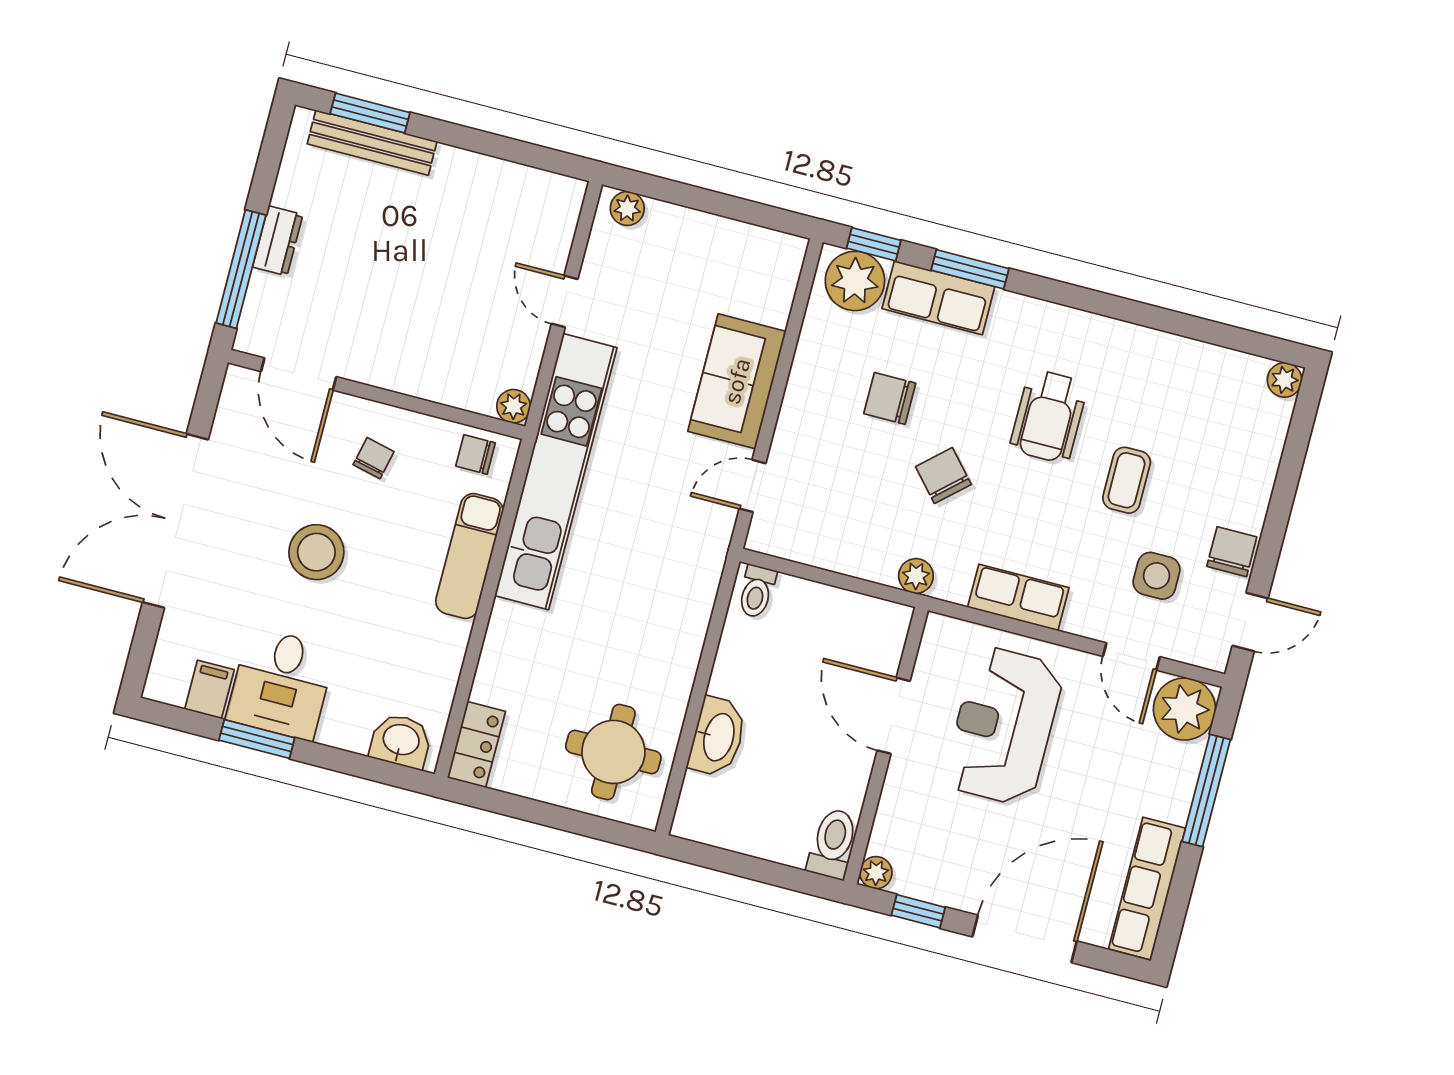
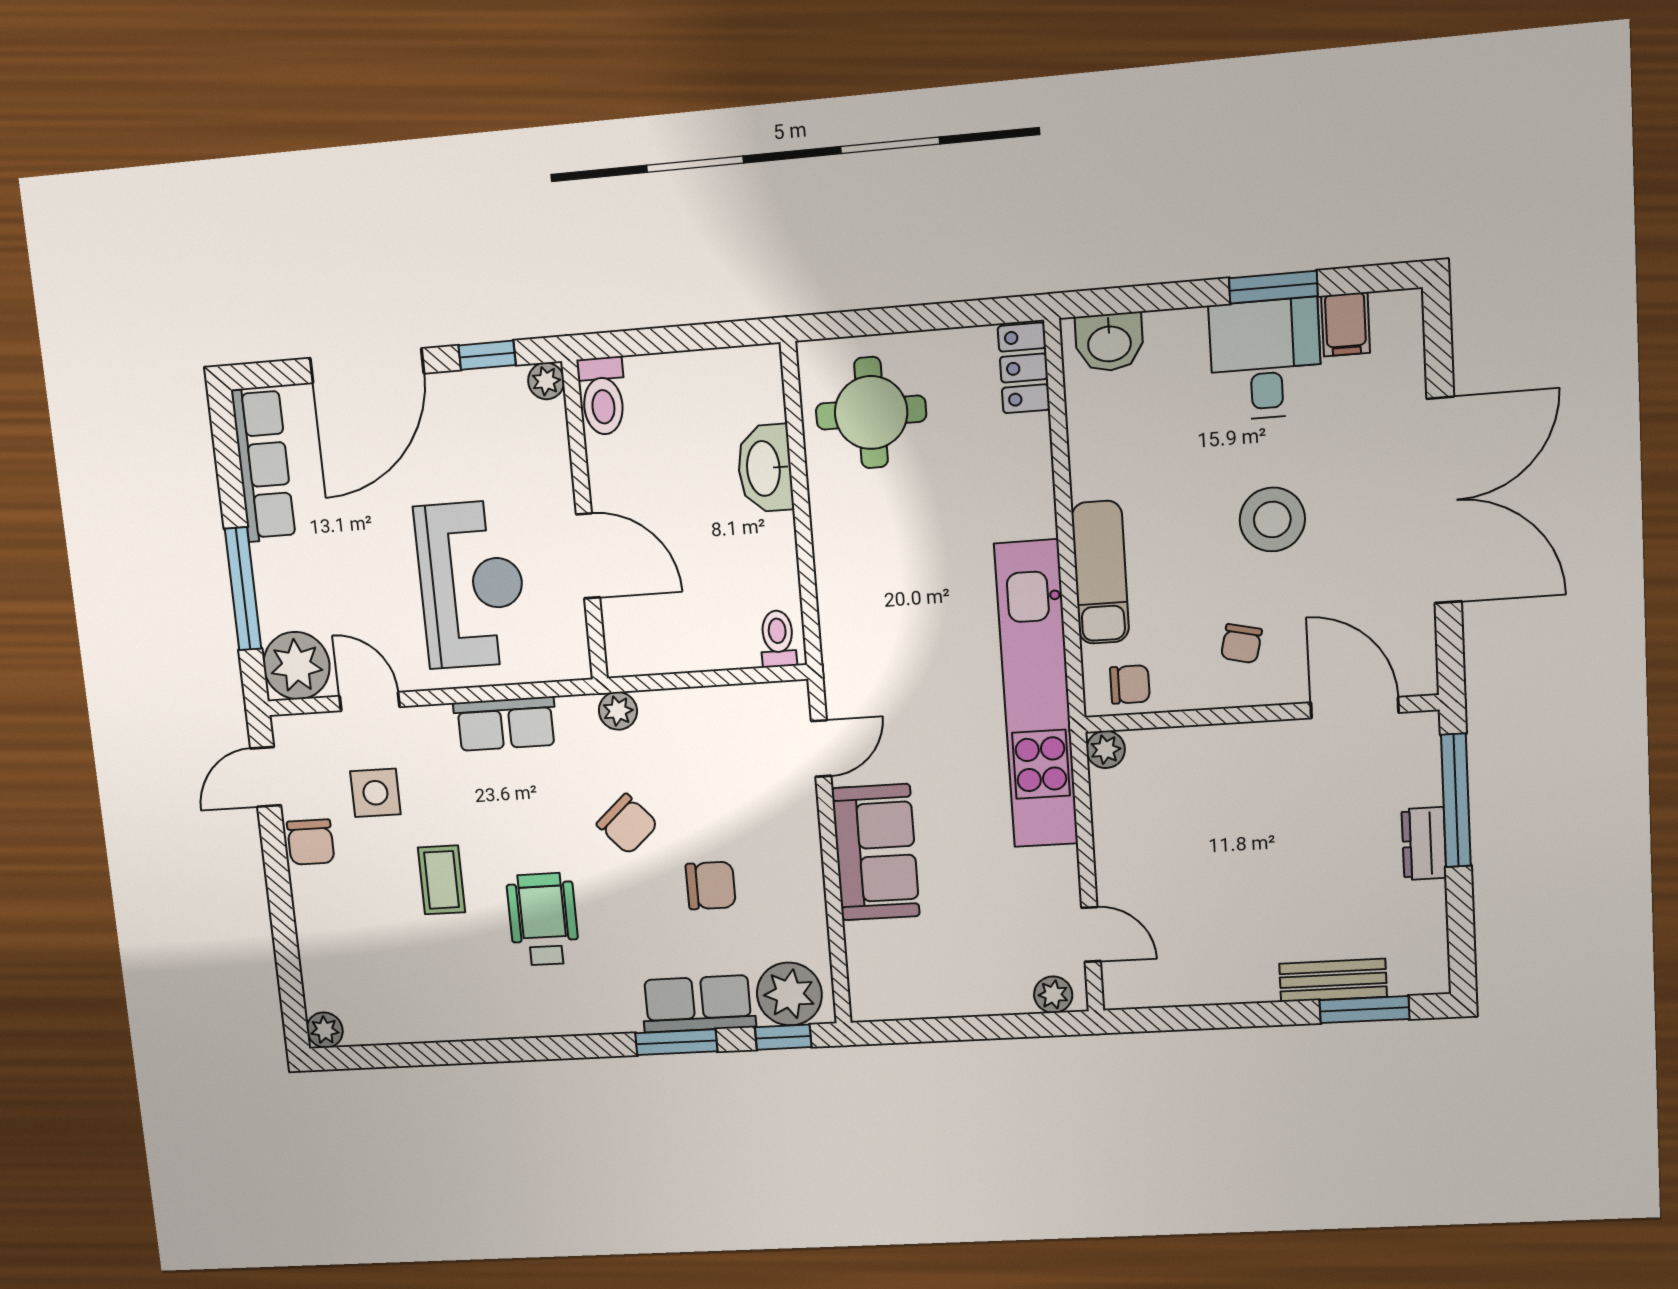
bench: (372, 143) -> (1333, 980), width x0.73
door: (565, 301) -> (1091, 934), moved

